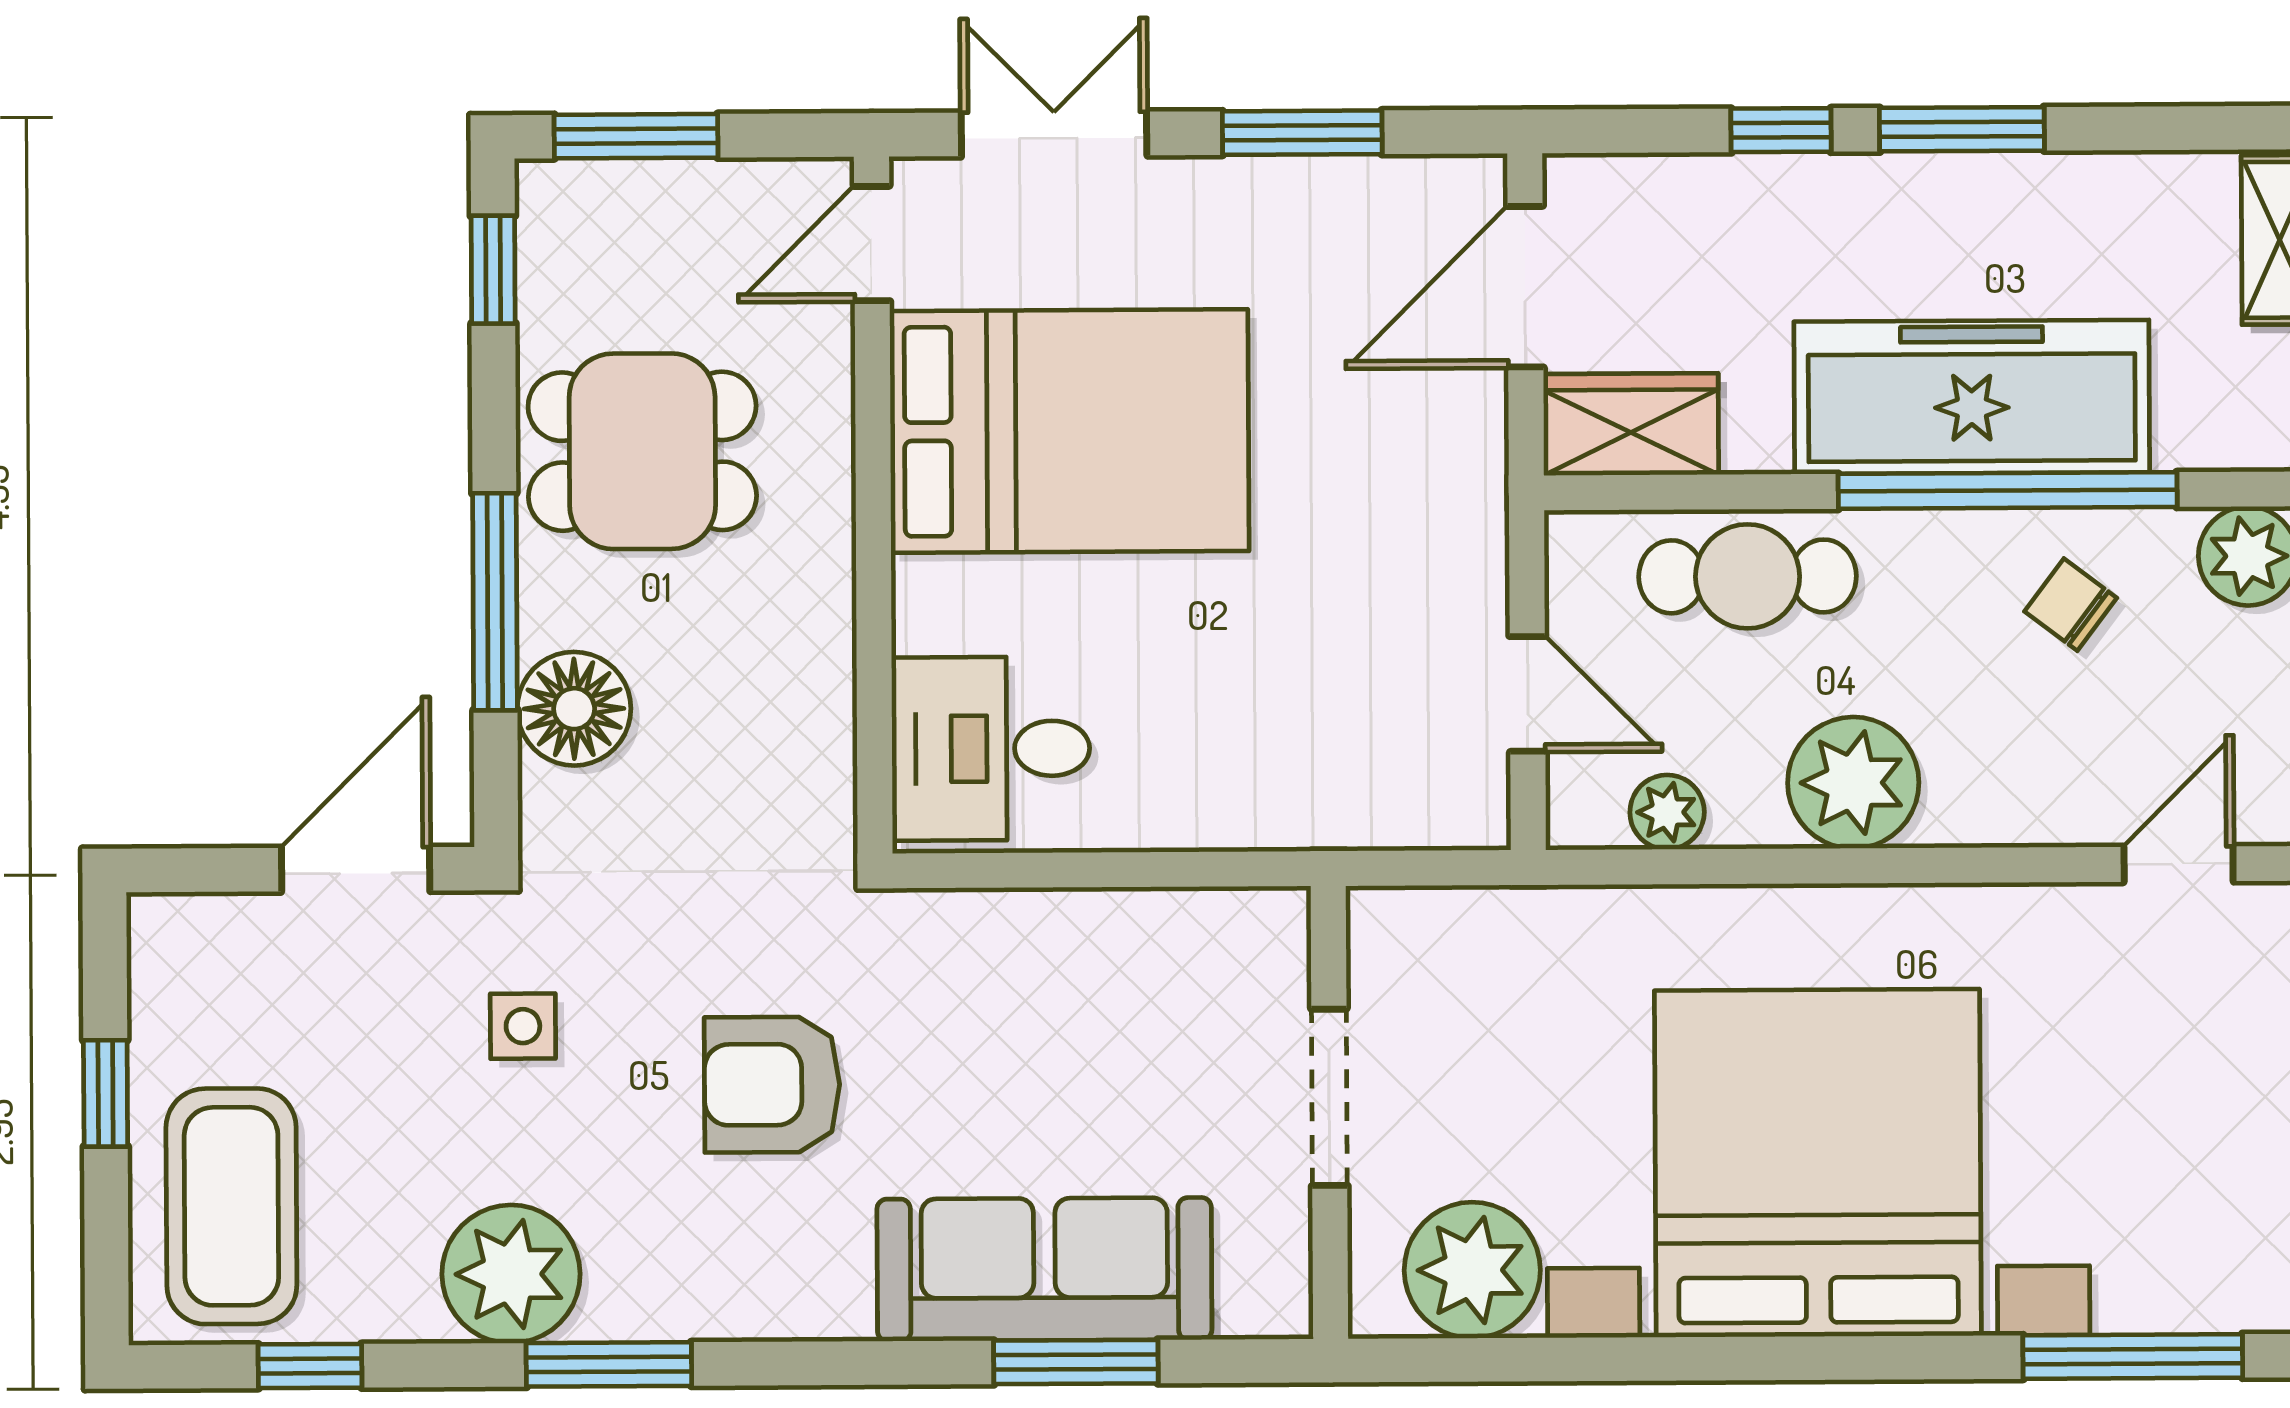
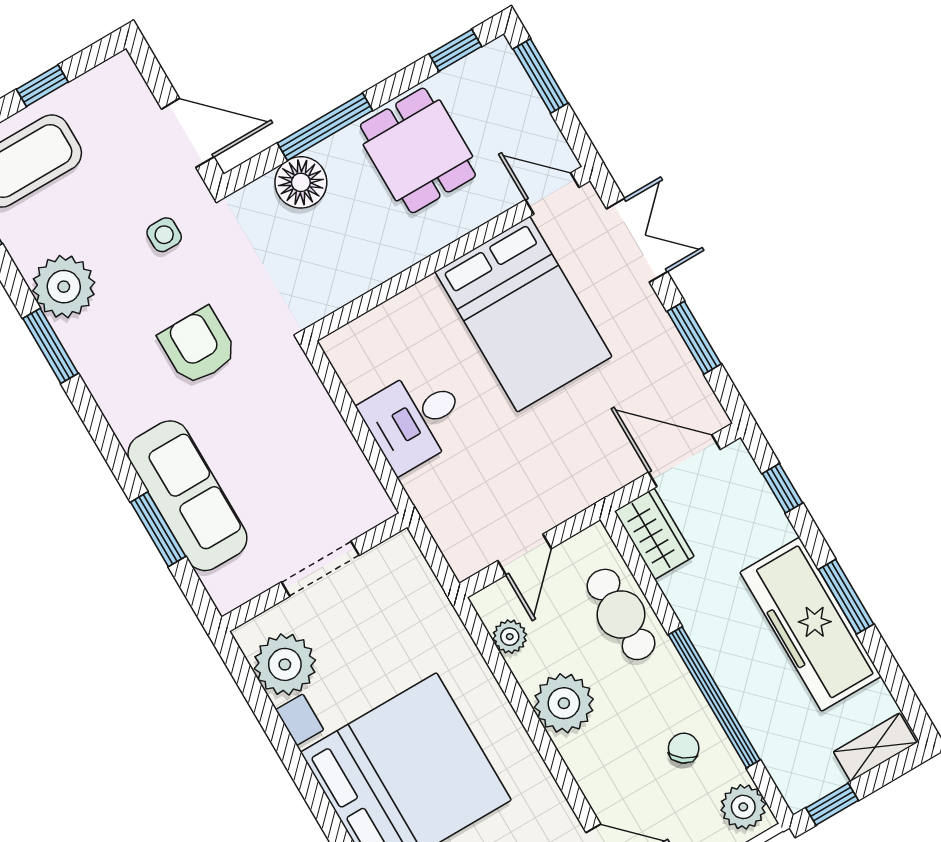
window: (1781, 130) -> (782, 488), moved
freezer: (1972, 397) -> (811, 624), moved, turned 180
desk: (991, 749) -> (415, 419), moved, turned -90

